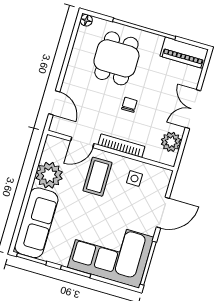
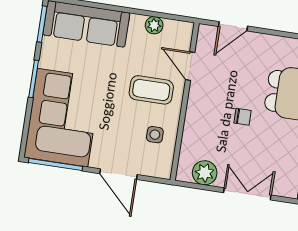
bookcase: (121, 146) -> (192, 114), removed
plant: (49, 175) -> (154, 25), width x0.53, depth x0.53

